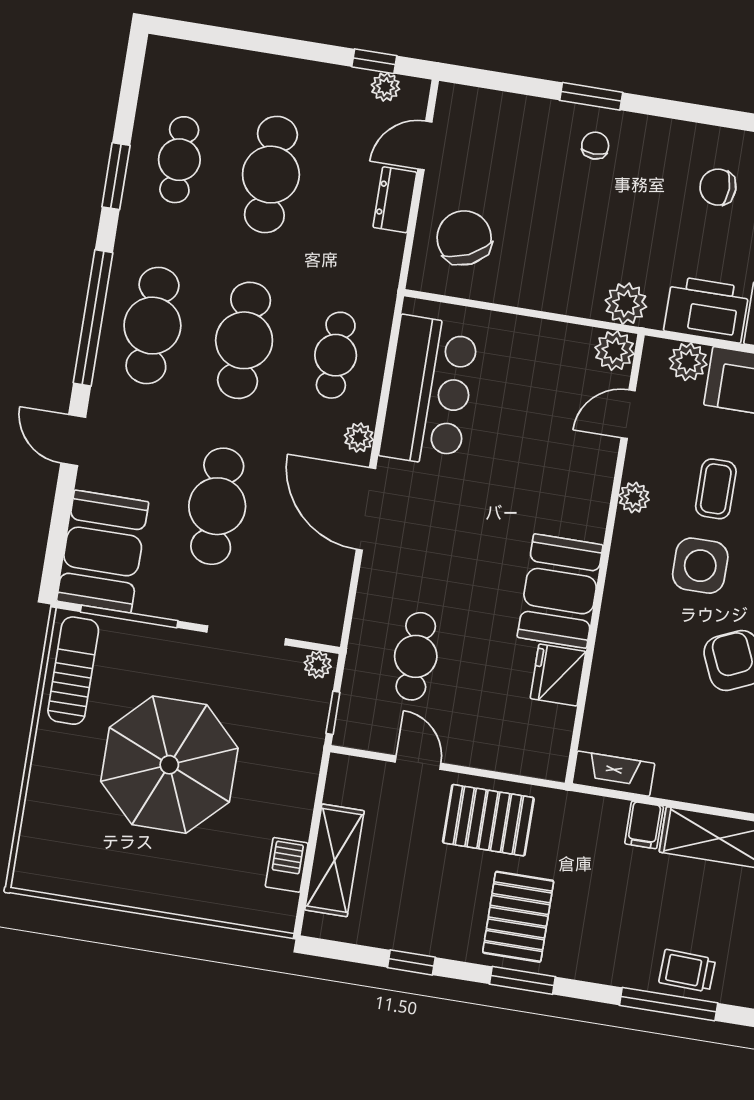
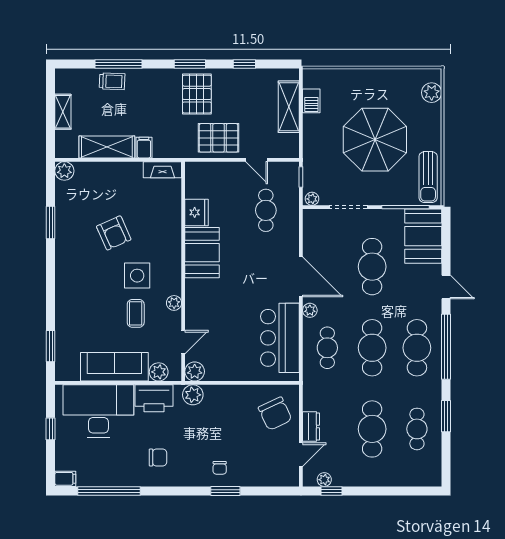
plant: (38, 842) -> (432, 93), added

